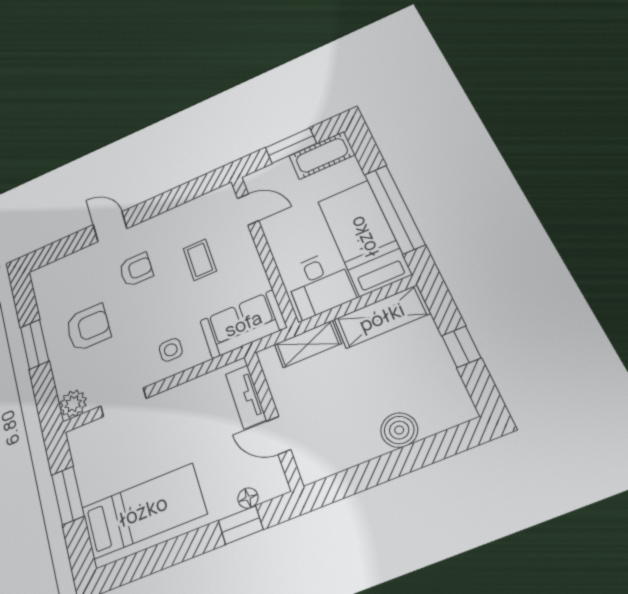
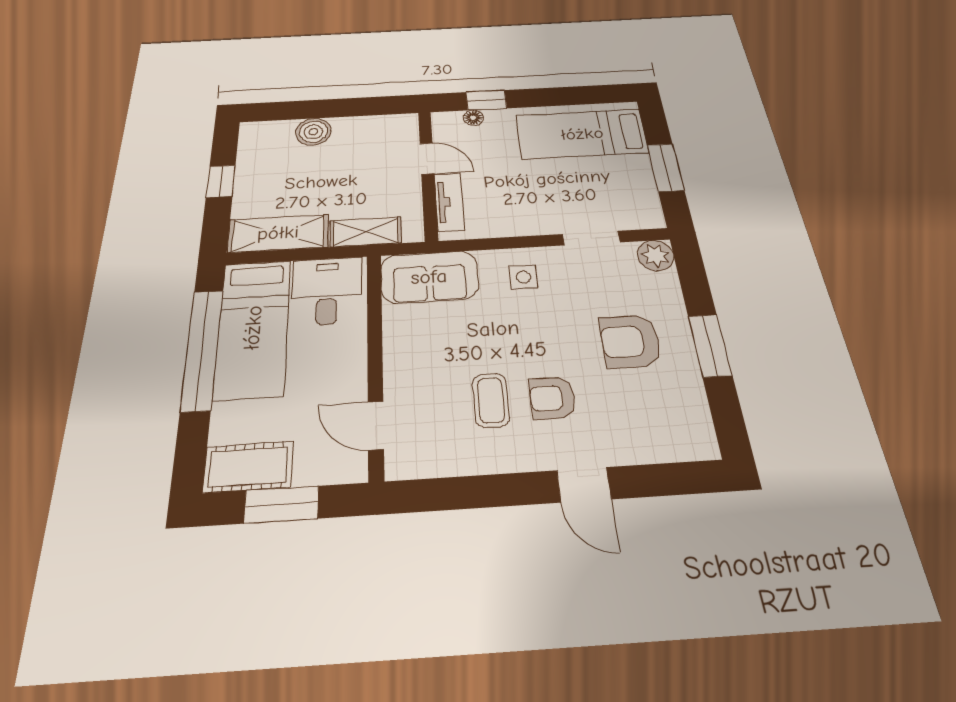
coffee table: (200, 260) -> (491, 400), moved

